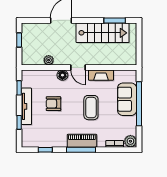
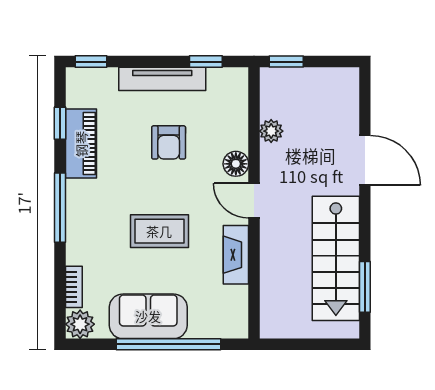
window: (19, 40) -> (286, 62), moved
door: (78, 67) -> (254, 201), hinge flipped
sofa: (127, 99) -> (148, 316), moved
armchair: (53, 104) -> (169, 142), turned 180
window: (19, 122) -> (91, 62), moved
piano: (82, 141) -> (81, 144), moved

